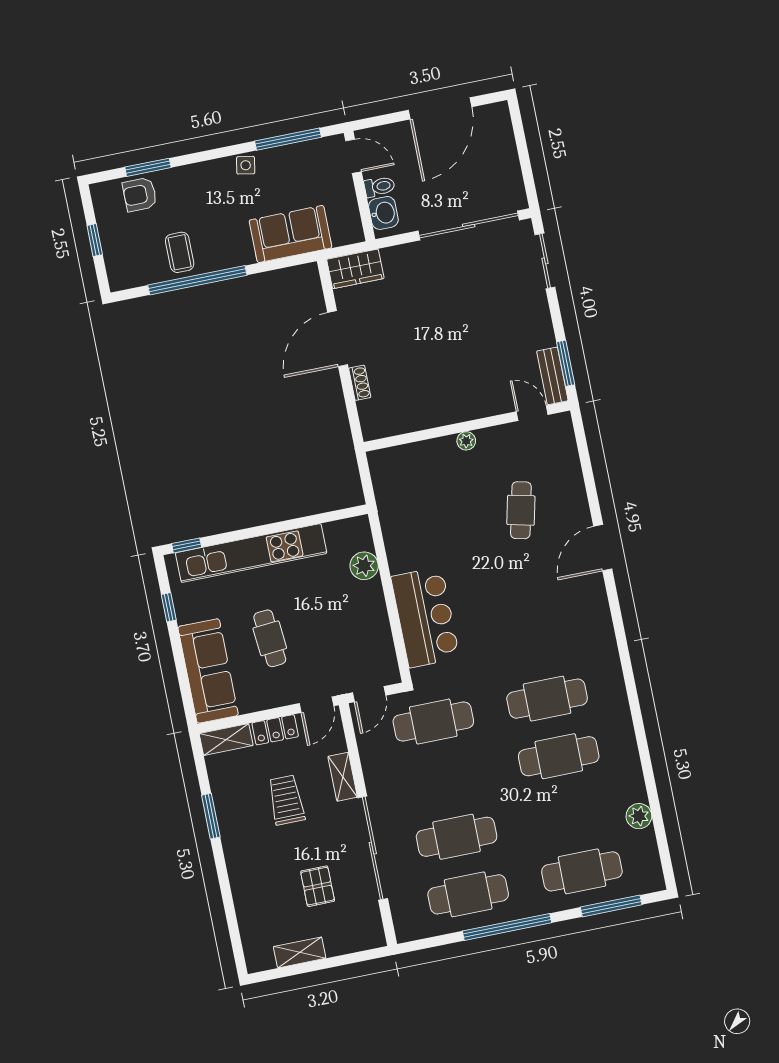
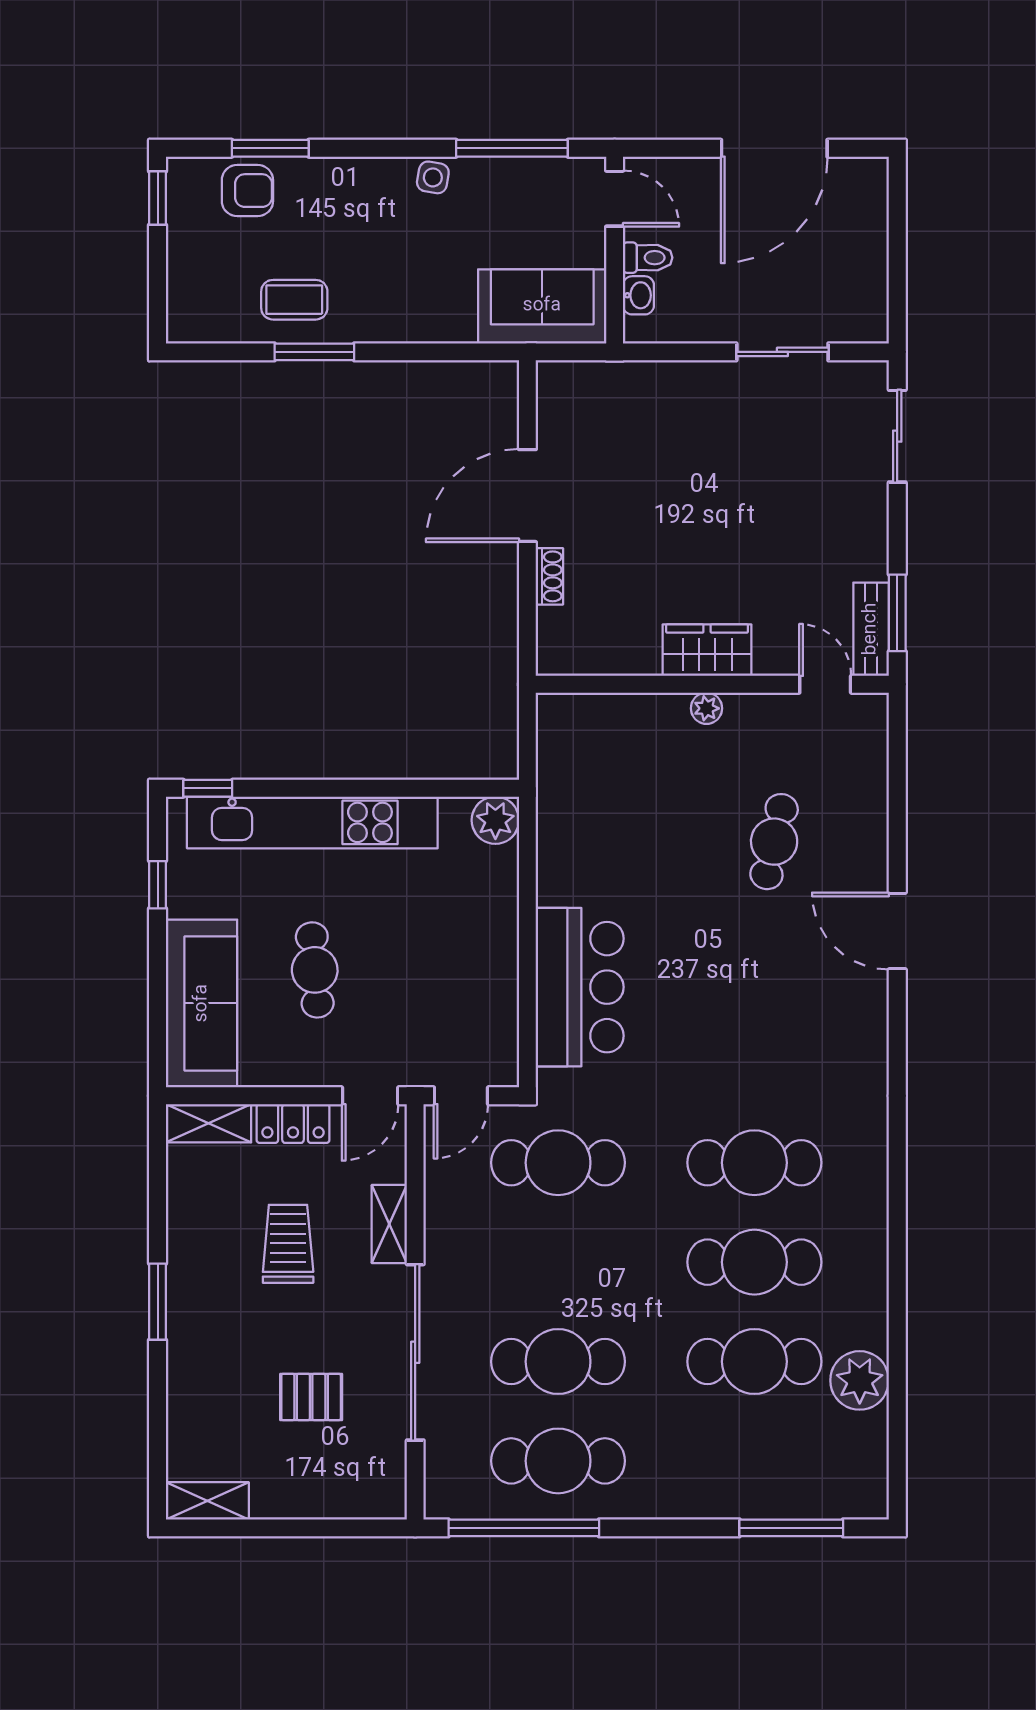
armchair: (140, 195) -> (247, 191), turned 180
washbasin: (383, 213) -> (638, 295), width x0.72, depth x0.69
sliding door: (469, 225) -> (782, 352), width x0.54
sofa: (291, 234) -> (542, 306), moved
window: (95, 240) -> (158, 198), moved
coffee table: (180, 252) -> (294, 300), turned 90
wardrobe: (355, 269) -> (707, 650), moved, turned 180
window: (197, 280) -> (314, 352), width x0.47
door: (603, 548) -> (897, 931), hinge flipped
plant: (364, 566) -> (495, 820), moved
window: (211, 816) -> (158, 1302), moved
plant: (639, 816) -> (860, 1380), width x1.36, depth x1.36
cafe table: (582, 871) -> (754, 1362), moved
pallet: (318, 886) -> (311, 1397), turned 90
window: (507, 927) -> (524, 1528), moved
shelving: (300, 952) -> (207, 1501), moved

